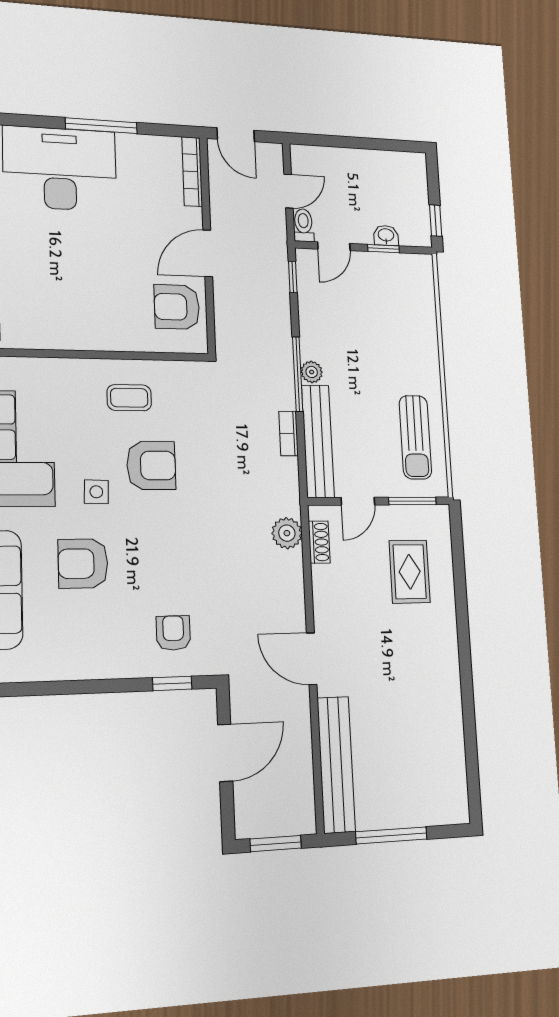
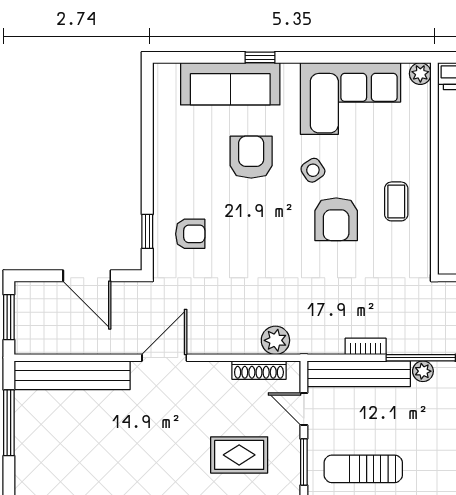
side table: (96, 492) -> (313, 170), turned -36
shoe rack: (319, 542) -> (259, 370), width x1.43

